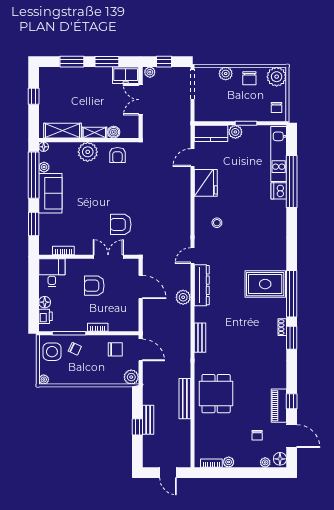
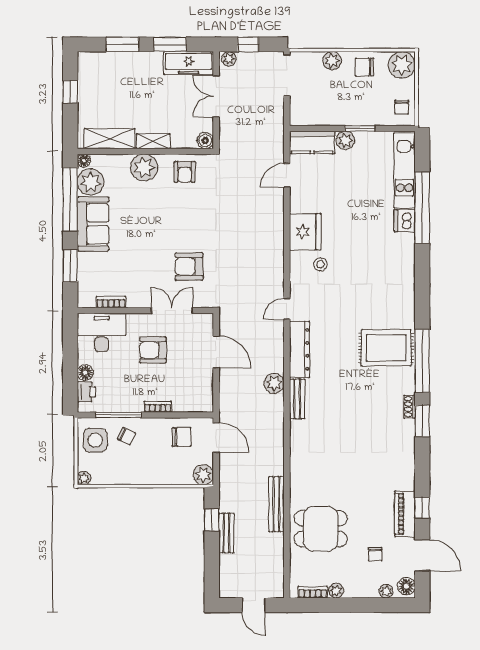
freezer: (126, 75) -> (189, 63), width x1.40
chair: (249, 78) -> (365, 67), turned 90
boiler: (114, 132) -> (205, 141), moved
plant: (44, 167) -> (91, 182), width x1.87, depth x1.87
fridge: (206, 183) -> (305, 232), moved
desk: (52, 273) -> (102, 332), width x1.37
plant: (183, 297) -> (274, 383), moved
bench: (200, 338) -> (297, 399), moved
dining table: (216, 394) -> (321, 529), moved, turned 90
window: (137, 427) -> (212, 520), moved

